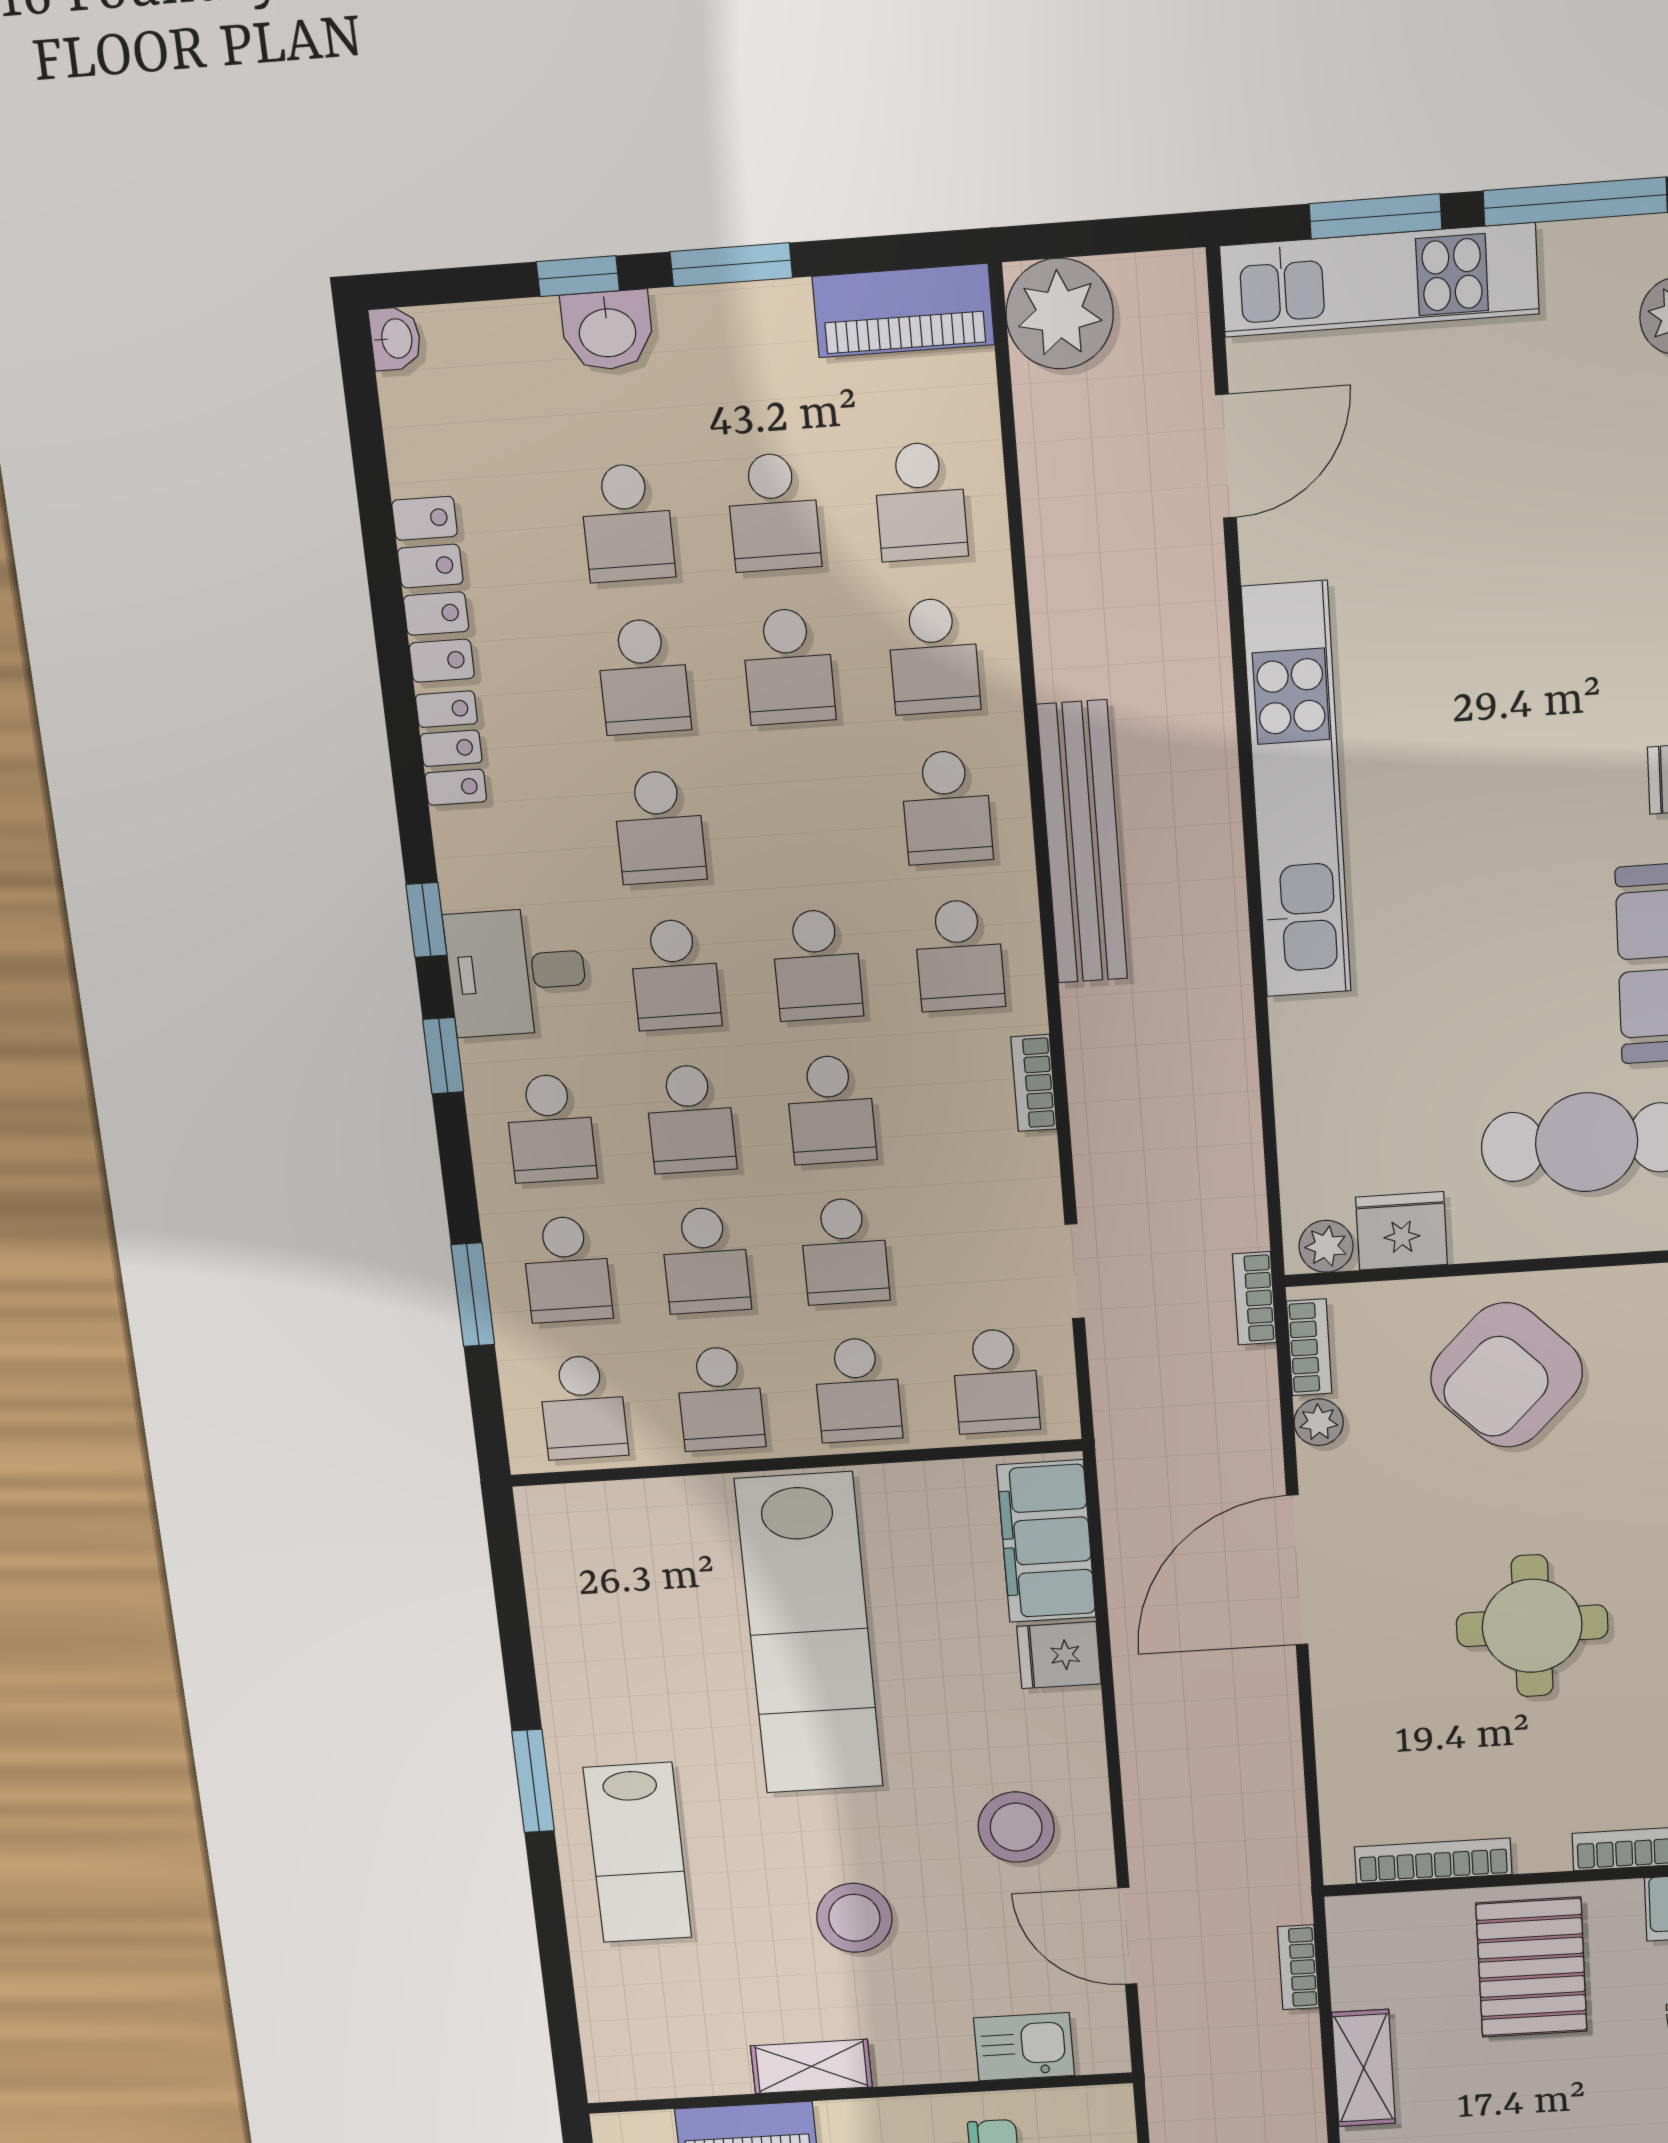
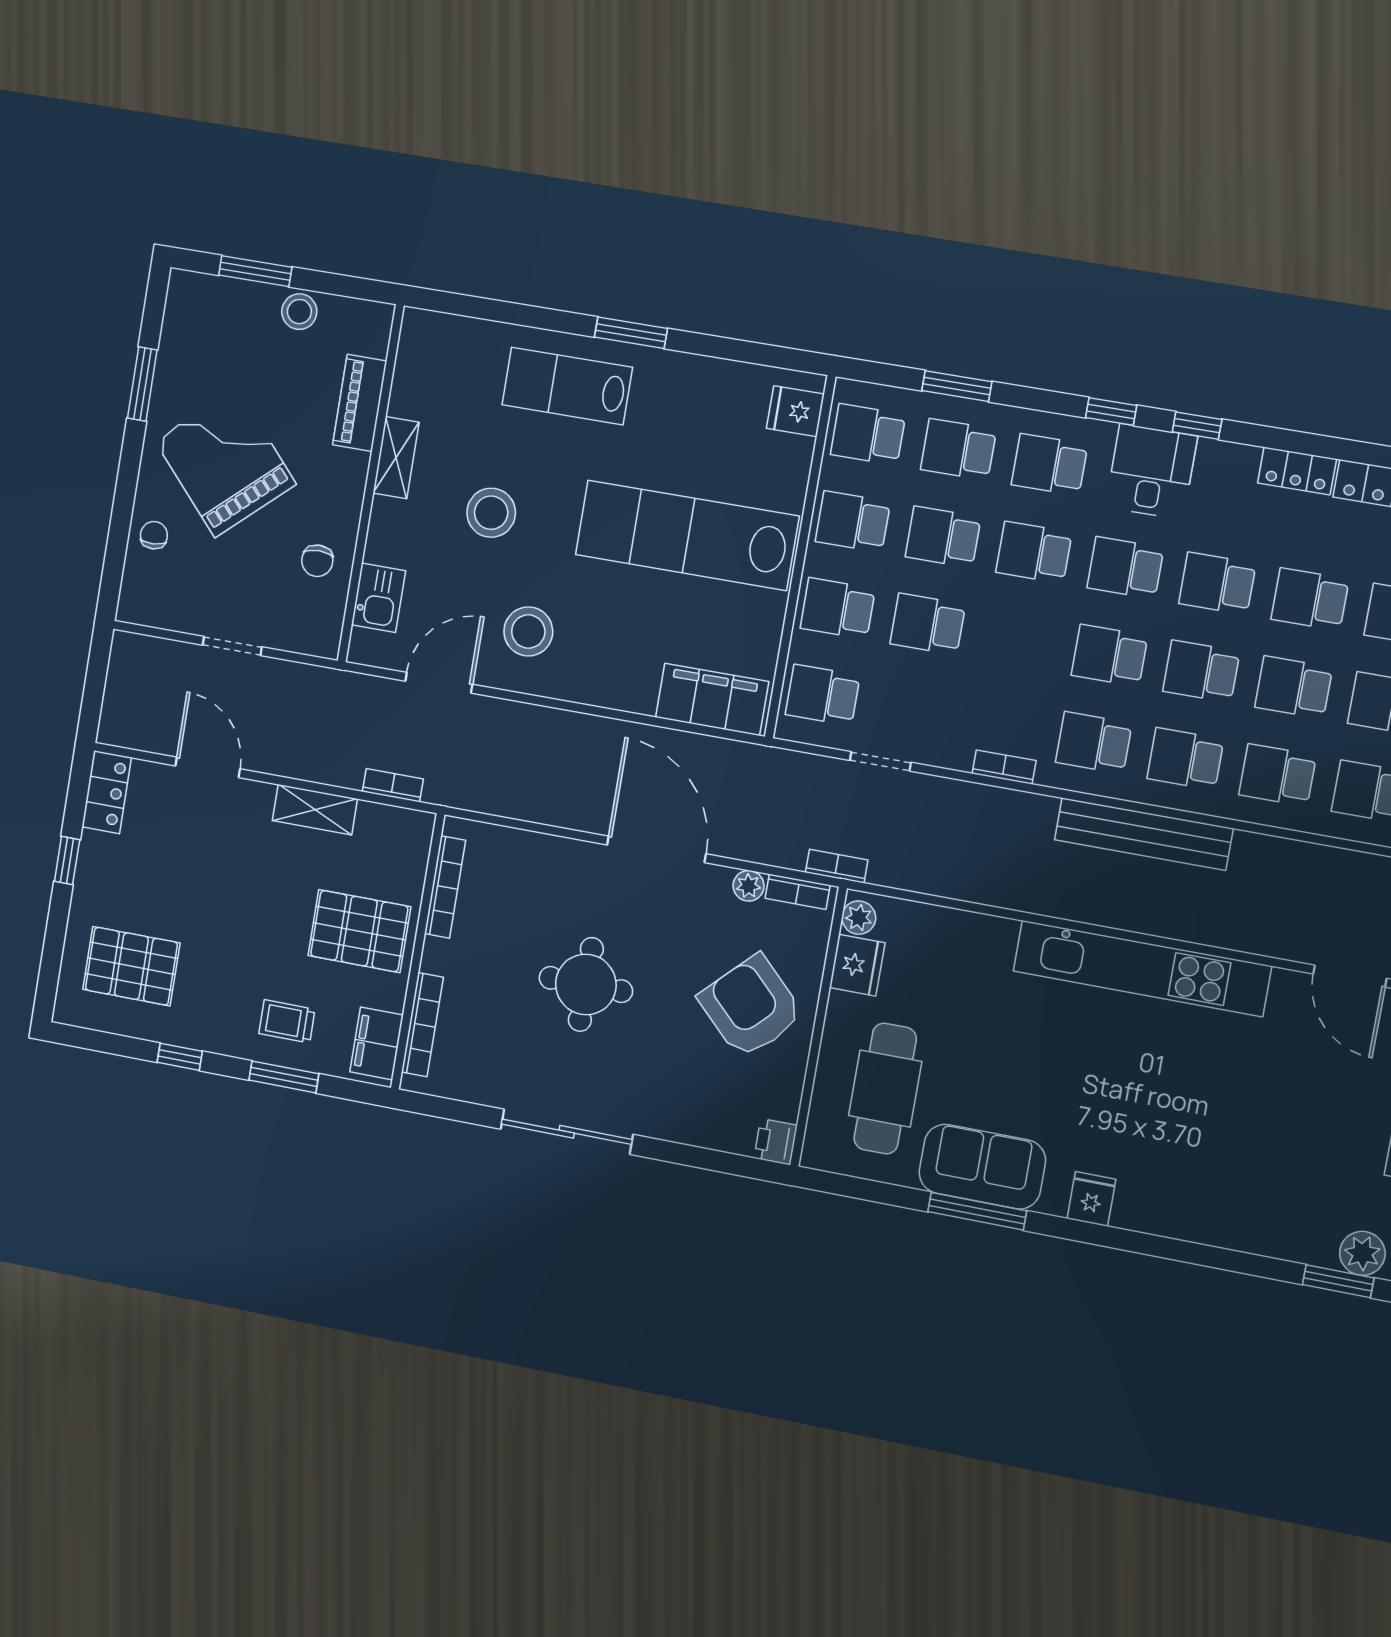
school desk: (831, 1110) -> (1201, 671), moved
fridge: (1059, 1655) -> (795, 411), moved, turned -90

